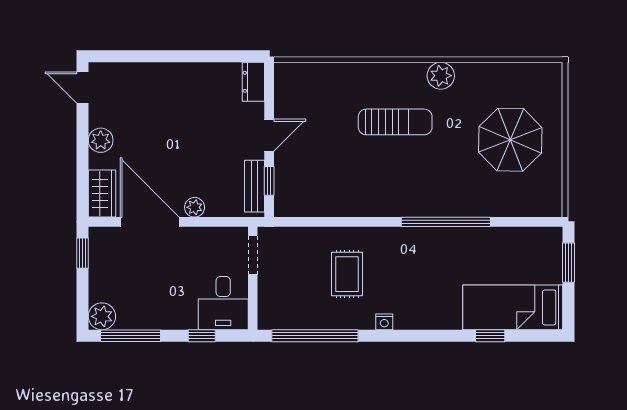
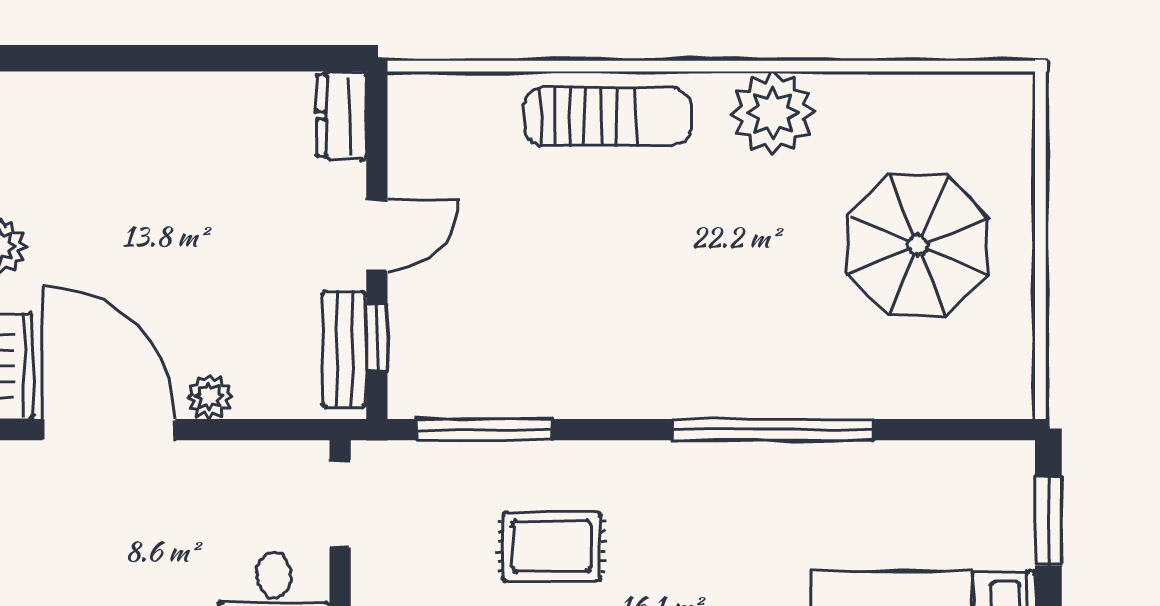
plant: (441, 76) -> (773, 113), width x1.36, depth x1.36
sun lounger: (395, 122) -> (608, 117), moved
window: (317, 222) -> (484, 430), added
rug: (347, 274) -> (552, 547), turned 90

